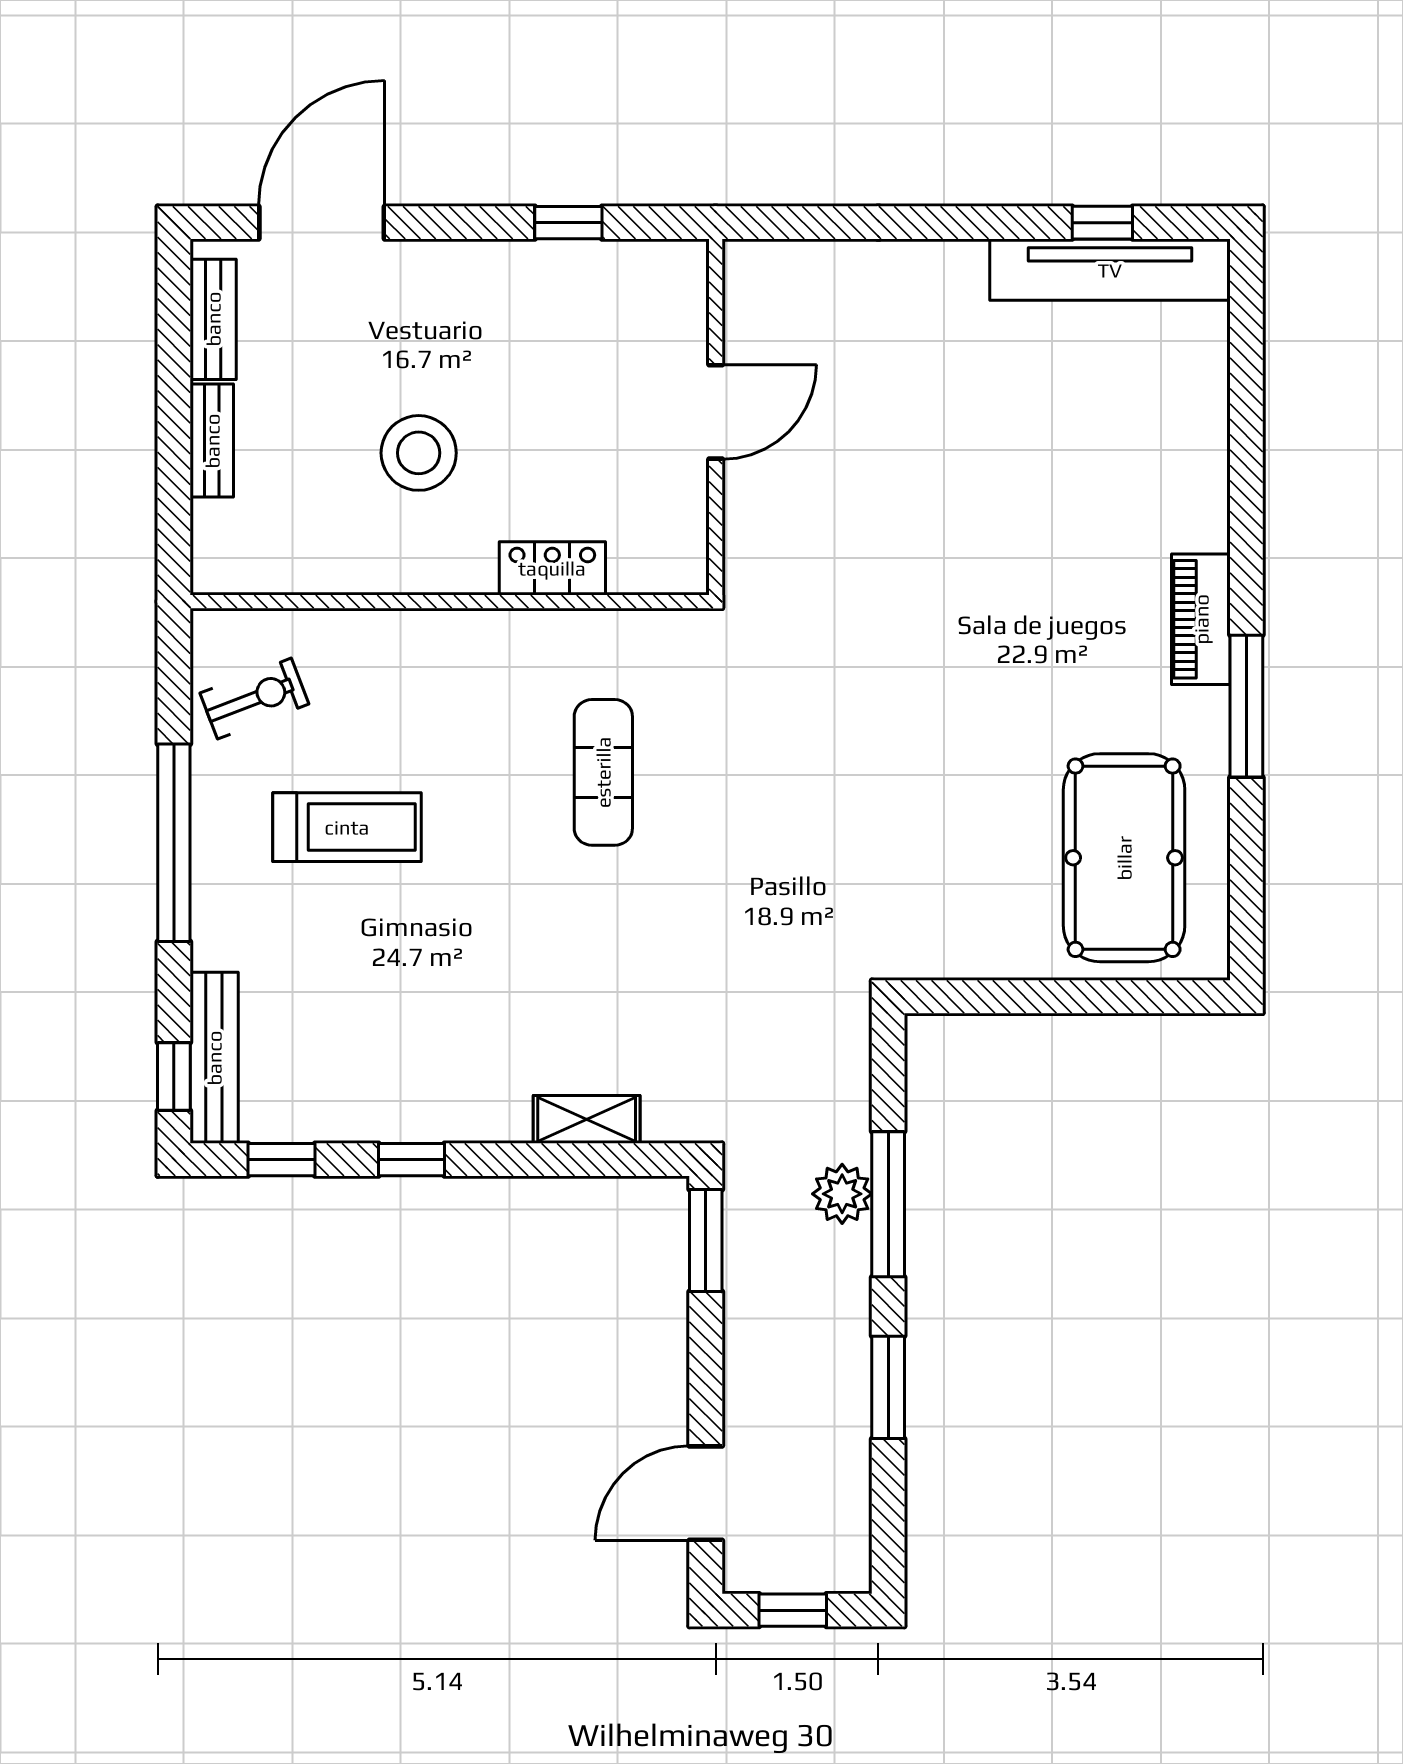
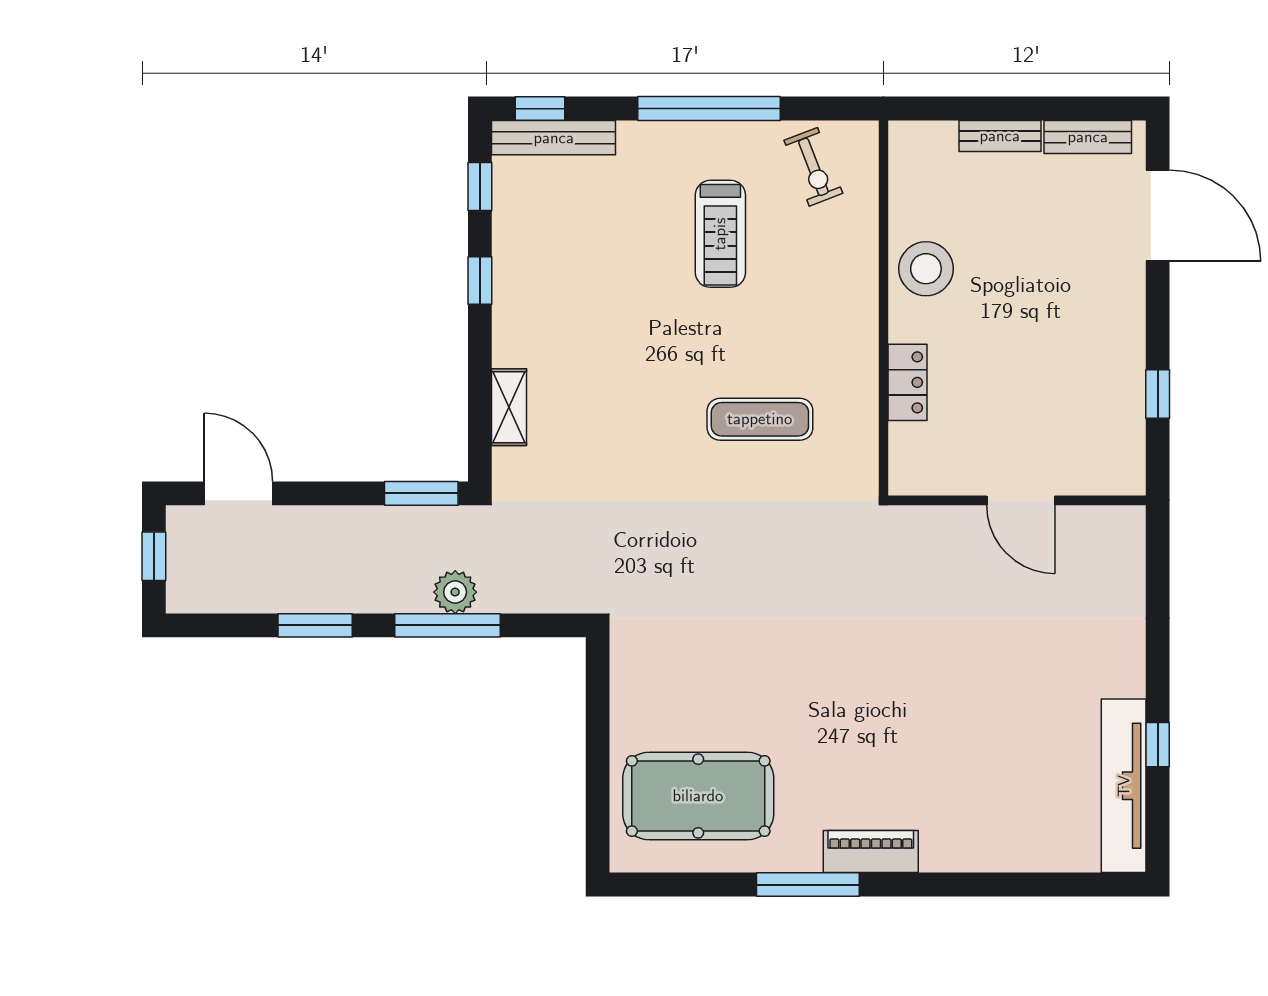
window: (1102, 223) -> (1158, 745), moved
stool: (419, 453) -> (926, 269), moved

